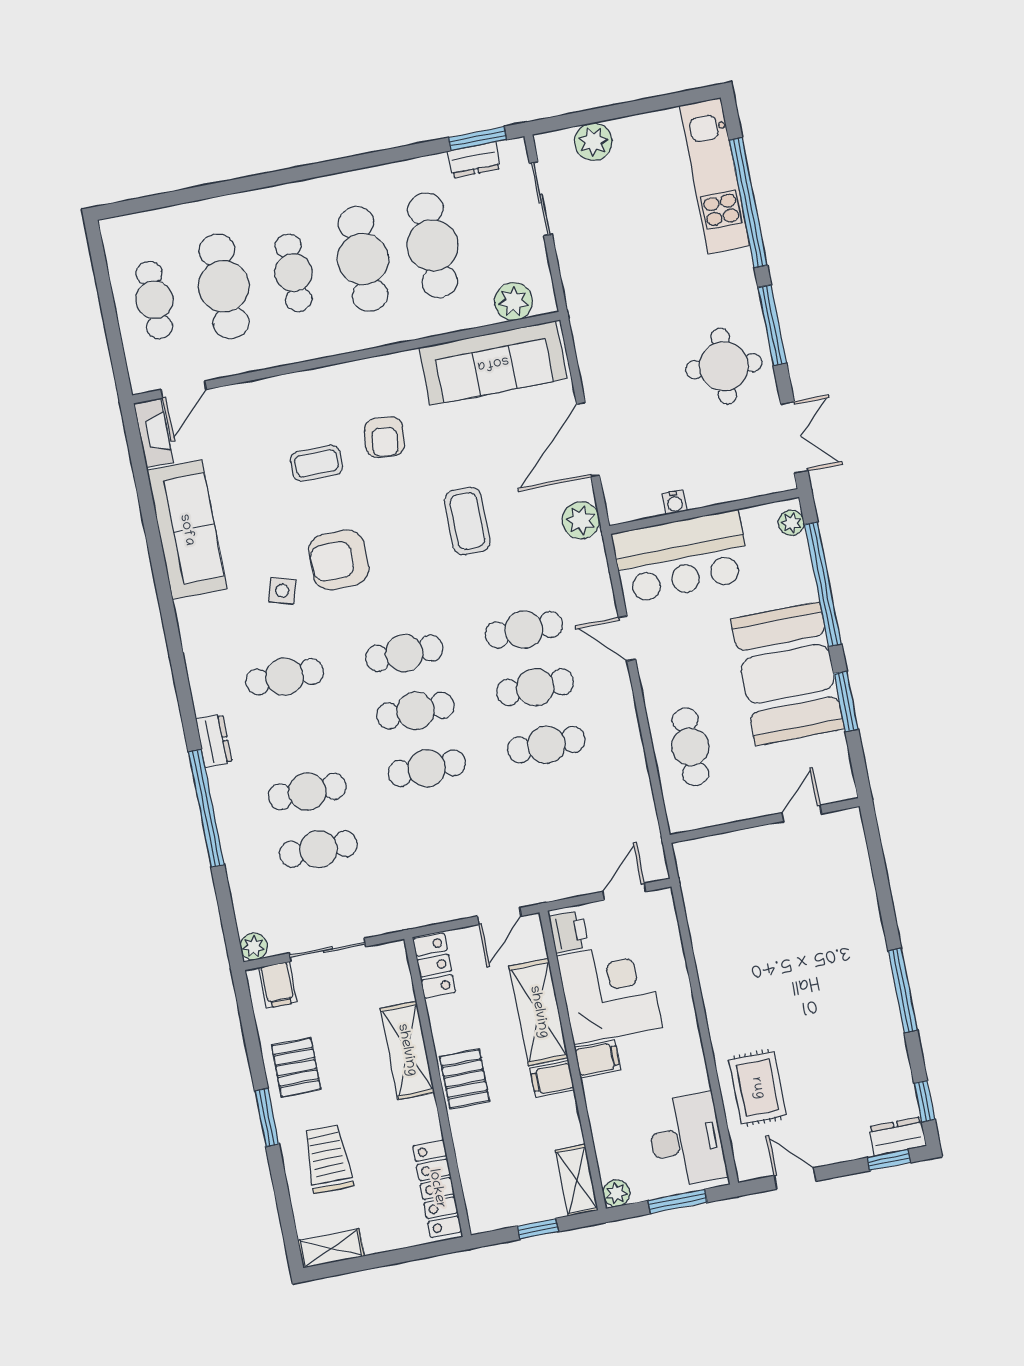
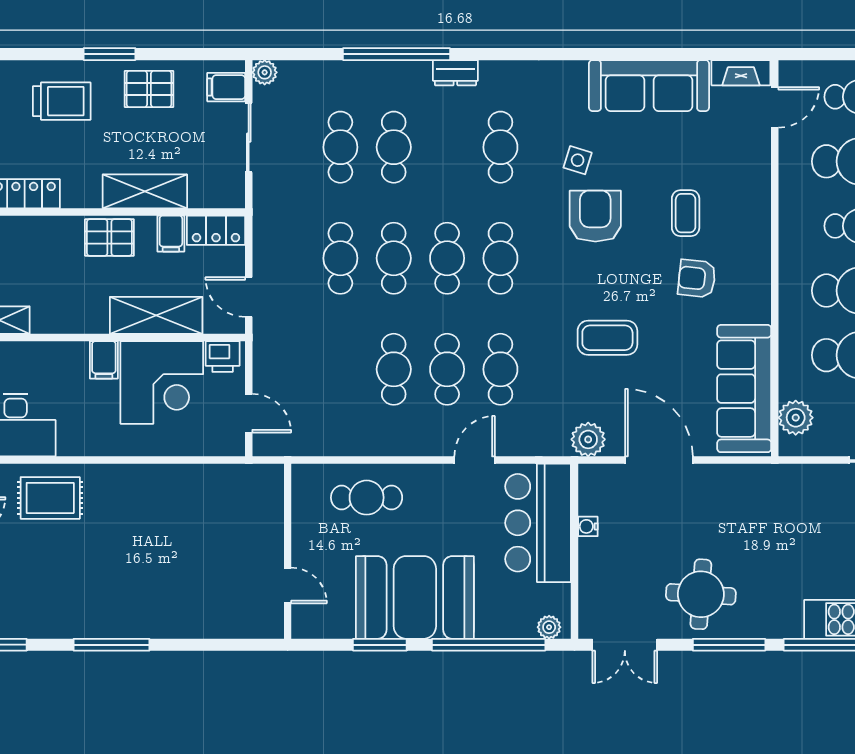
door: (184, 389) -> (775, 107), swing flipped
cafe table: (438, 826) -> (340, 258), added
filing cabinet: (552, 1079) -> (171, 234), moved, turned 180

